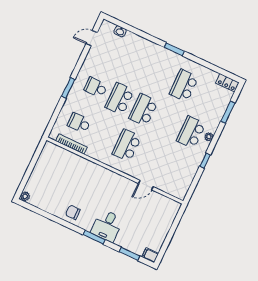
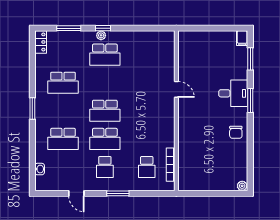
door: (92, 38) -> (76, 193), moved
school desk: (127, 145) -> (63, 139), moved
window: (205, 161) -> (103, 28), moved
door: (146, 185) -> (176, 89), moved

